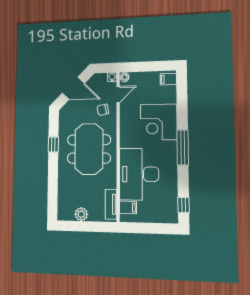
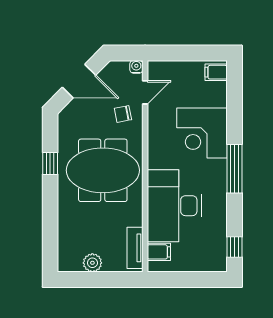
plant: (125, 77) -> (154, 67), removed
meeting table: (89, 149) -> (103, 170), turned 90

